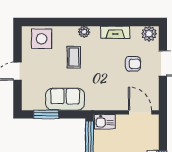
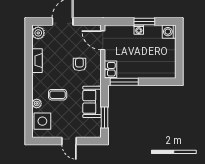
plant: (84, 32) -> (37, 103), moved
armchair: (133, 64) -> (79, 64), moved
door: (140, 112) -> (103, 40), hinge flipped

